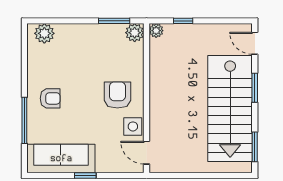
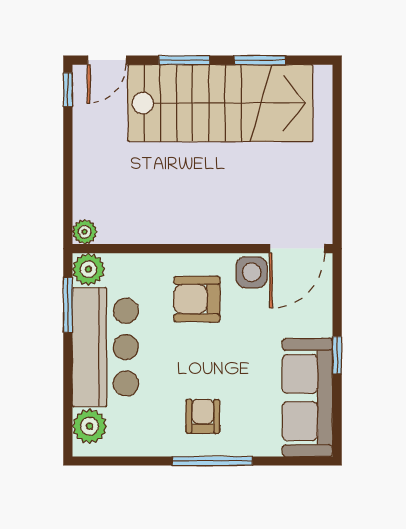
window: (183, 21) -> (68, 90), moved
bar counter: (90, 42) -> (105, 347), added
window: (24, 120) -> (212, 461), moved
window: (255, 147) -> (260, 60), moved
door: (146, 153) -> (297, 249), width x1.38

